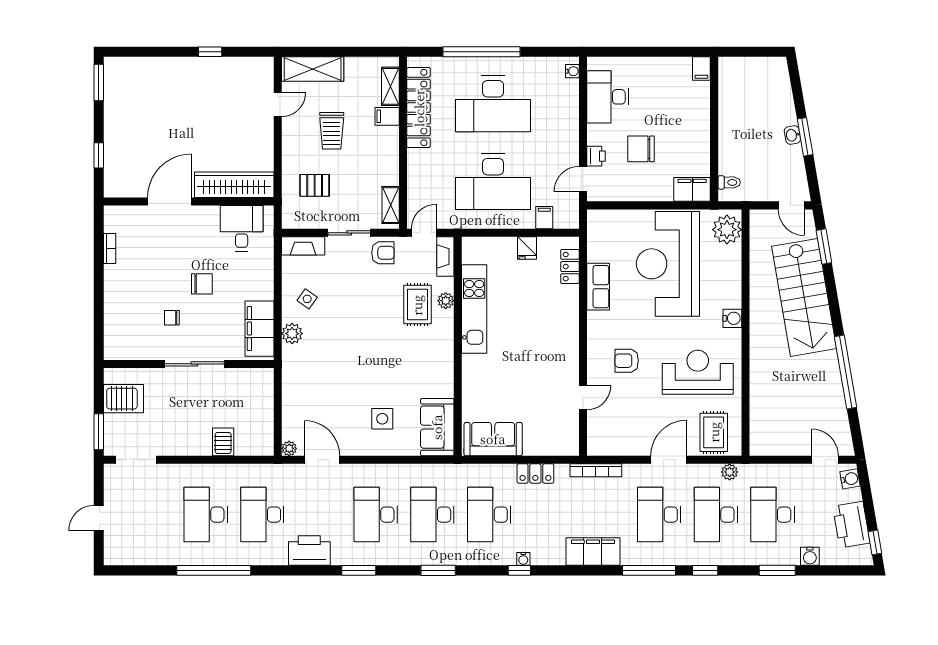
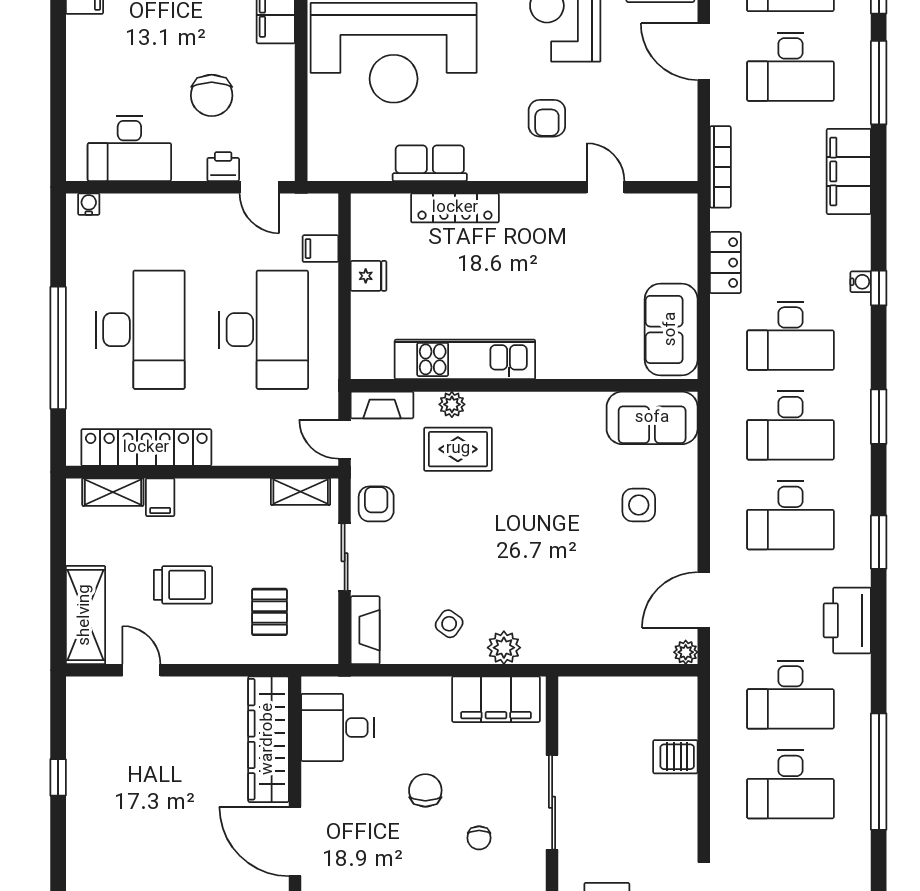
locker: (570, 267) -> (455, 208), moved, width x1.53

